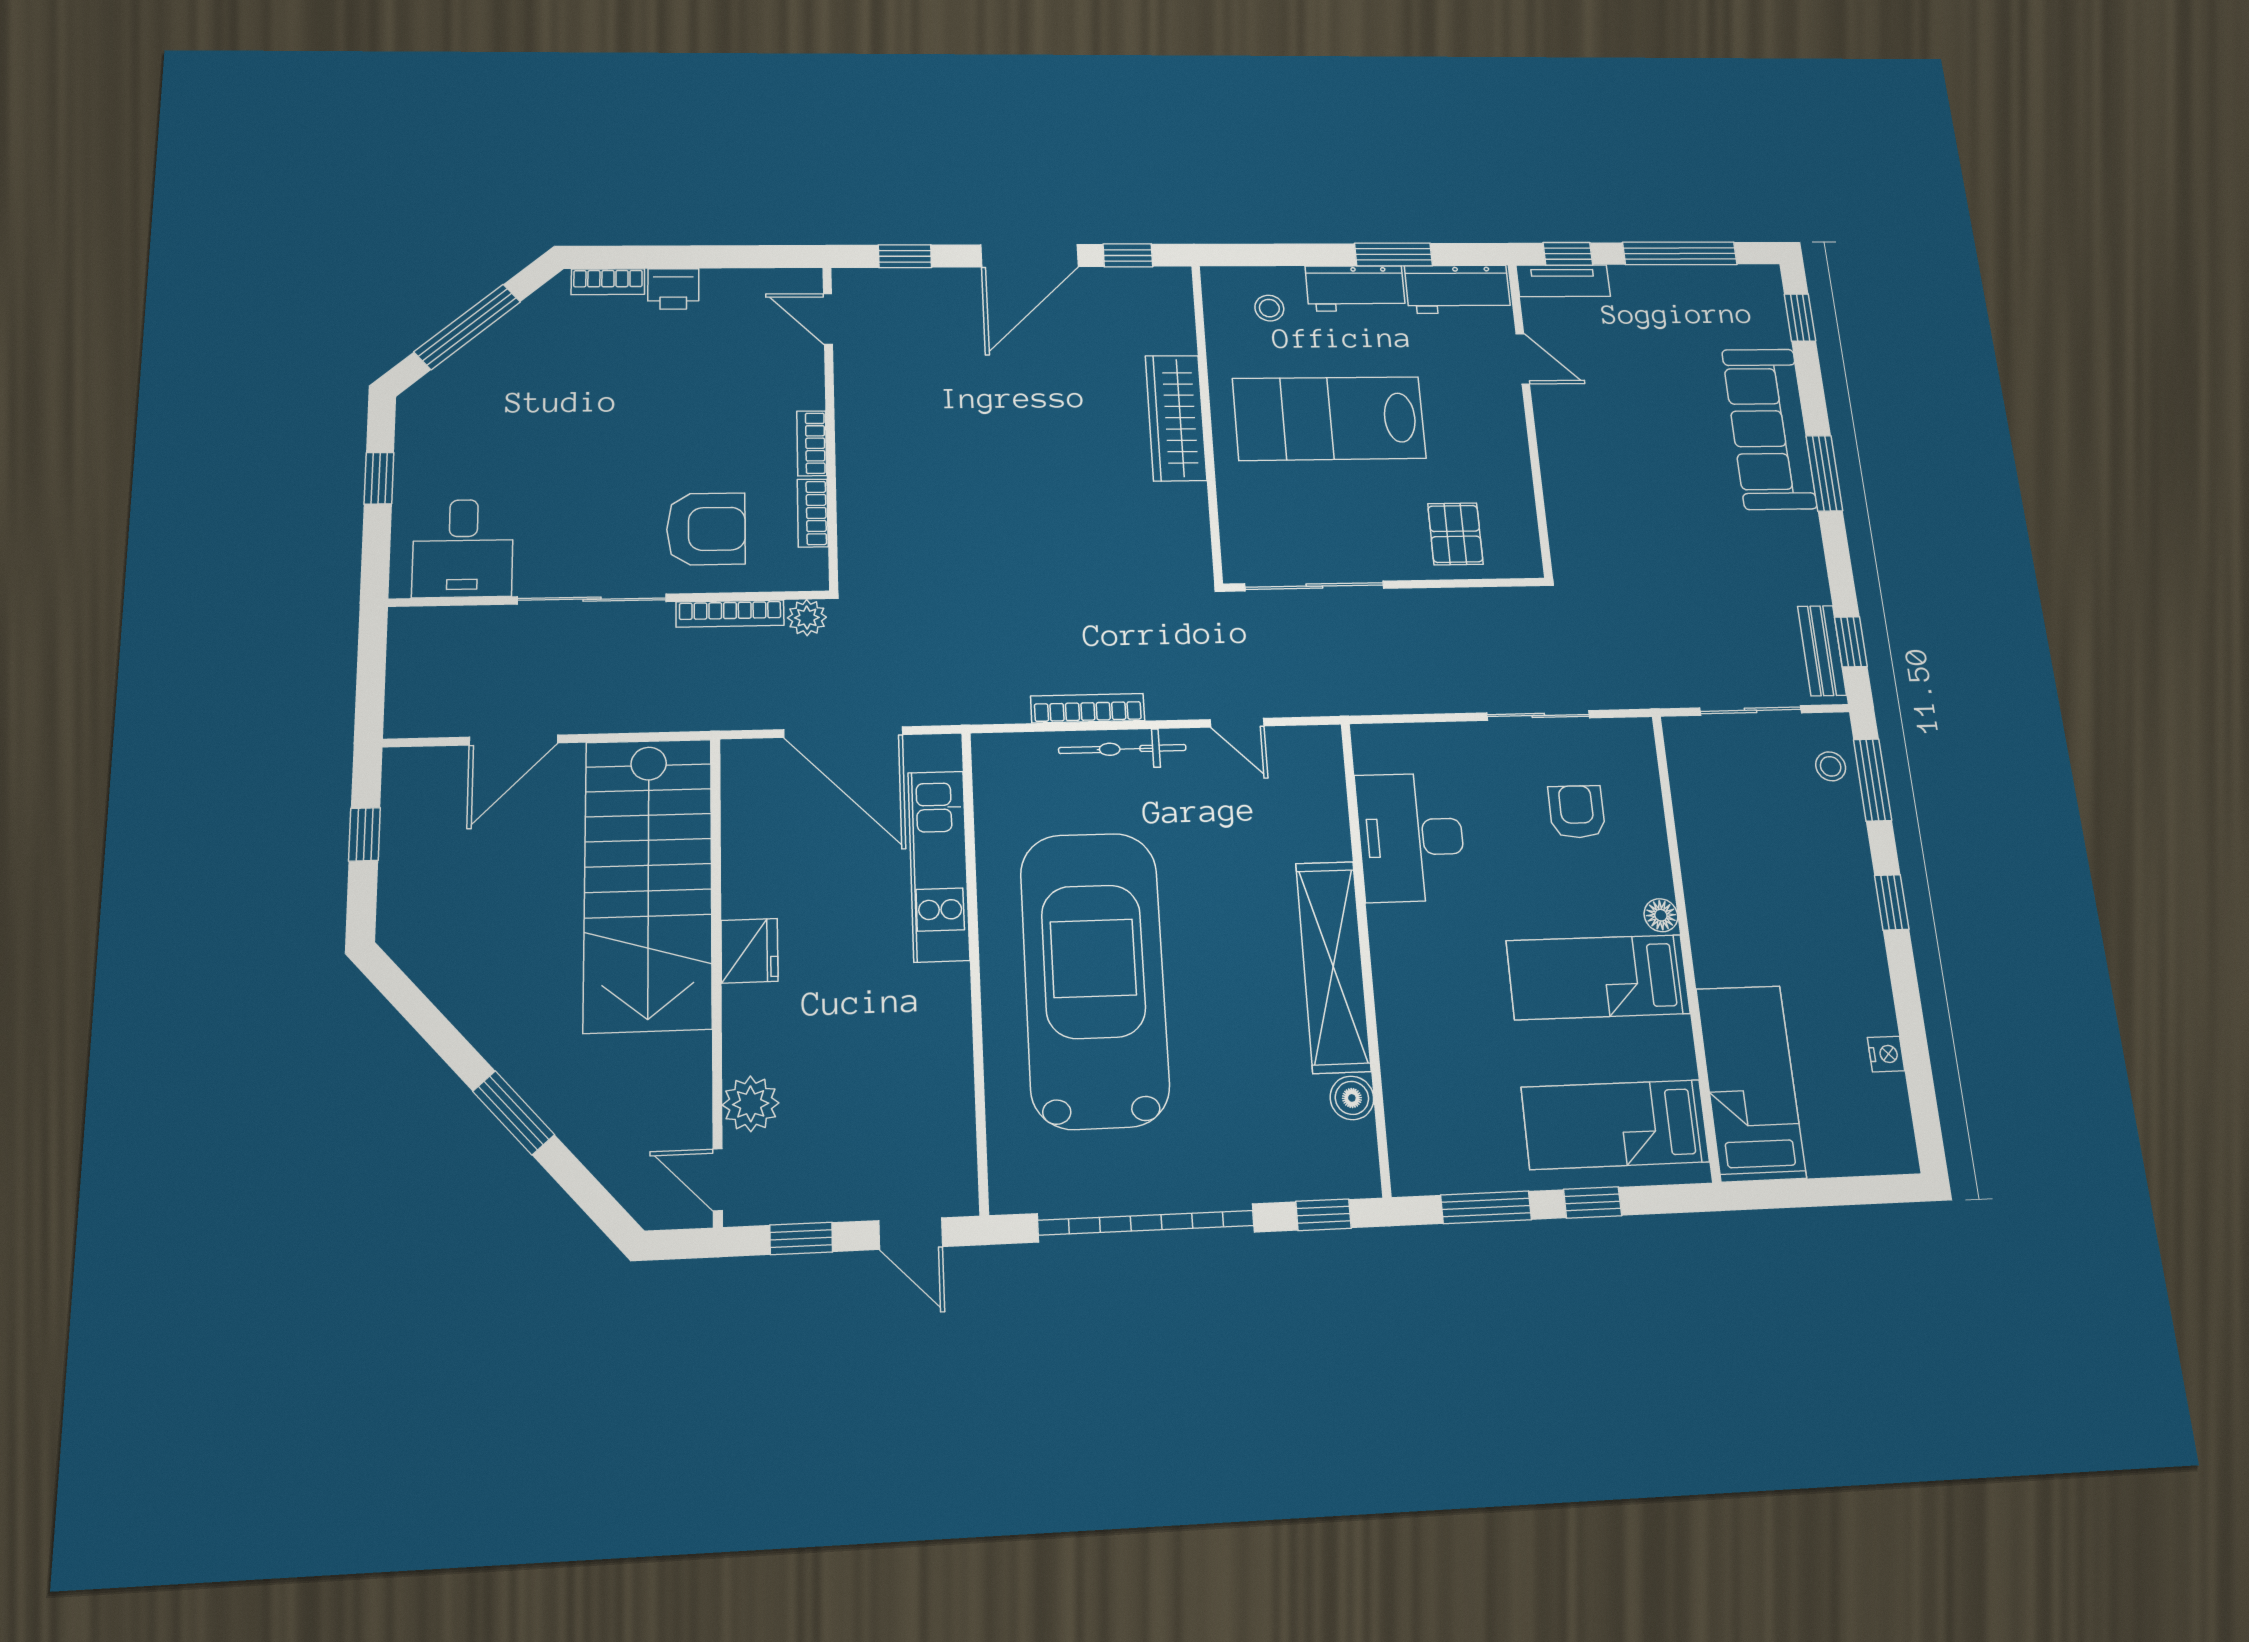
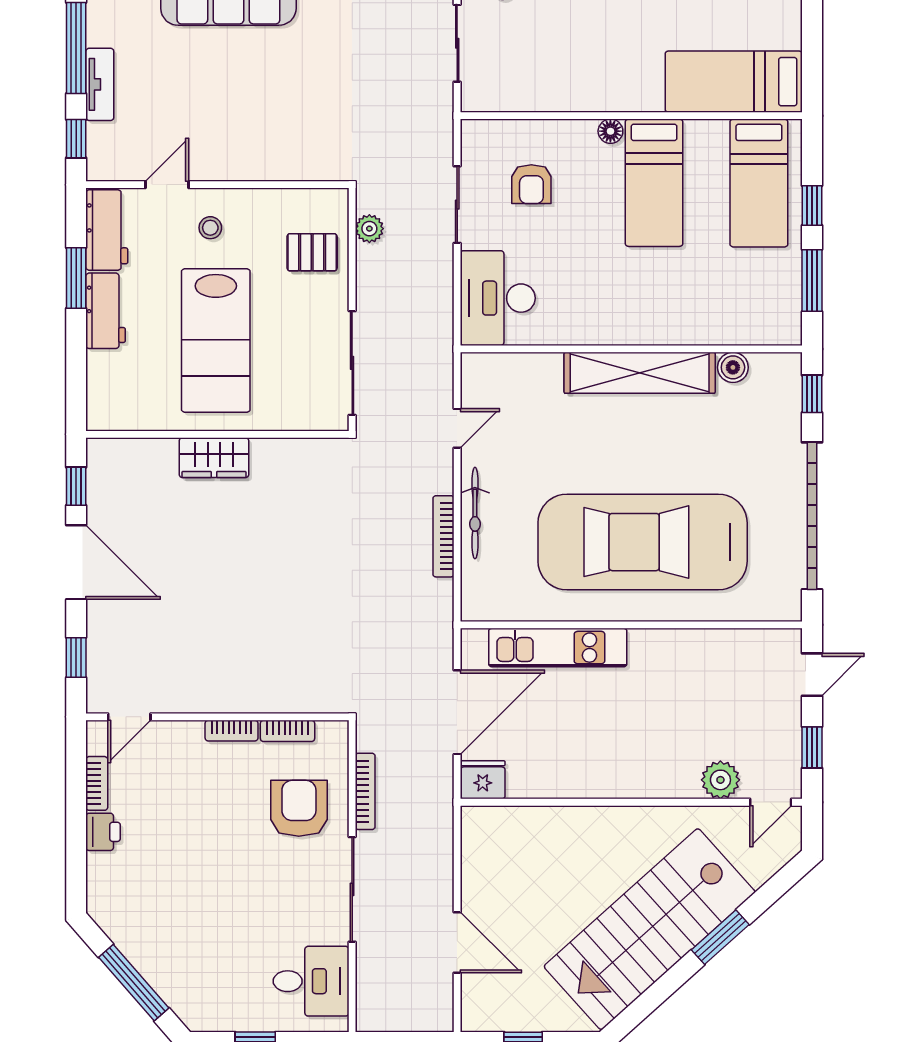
tv unit: (1563, 281) -> (100, 84), moved
bookcase: (608, 282) -> (97, 783), moved
stool: (1269, 308) -> (210, 228), moved
wardrobe: (1176, 418) -> (214, 458), width x0.67
plant: (807, 618) -> (369, 229), moved
armchair: (1577, 812) -> (531, 184), turned -90
desk: (1411, 837) -> (498, 298), moved, turned 90
stairs: (648, 884) -> (650, 929), moved, turned 138
fridge: (749, 951) -> (483, 780), moved

